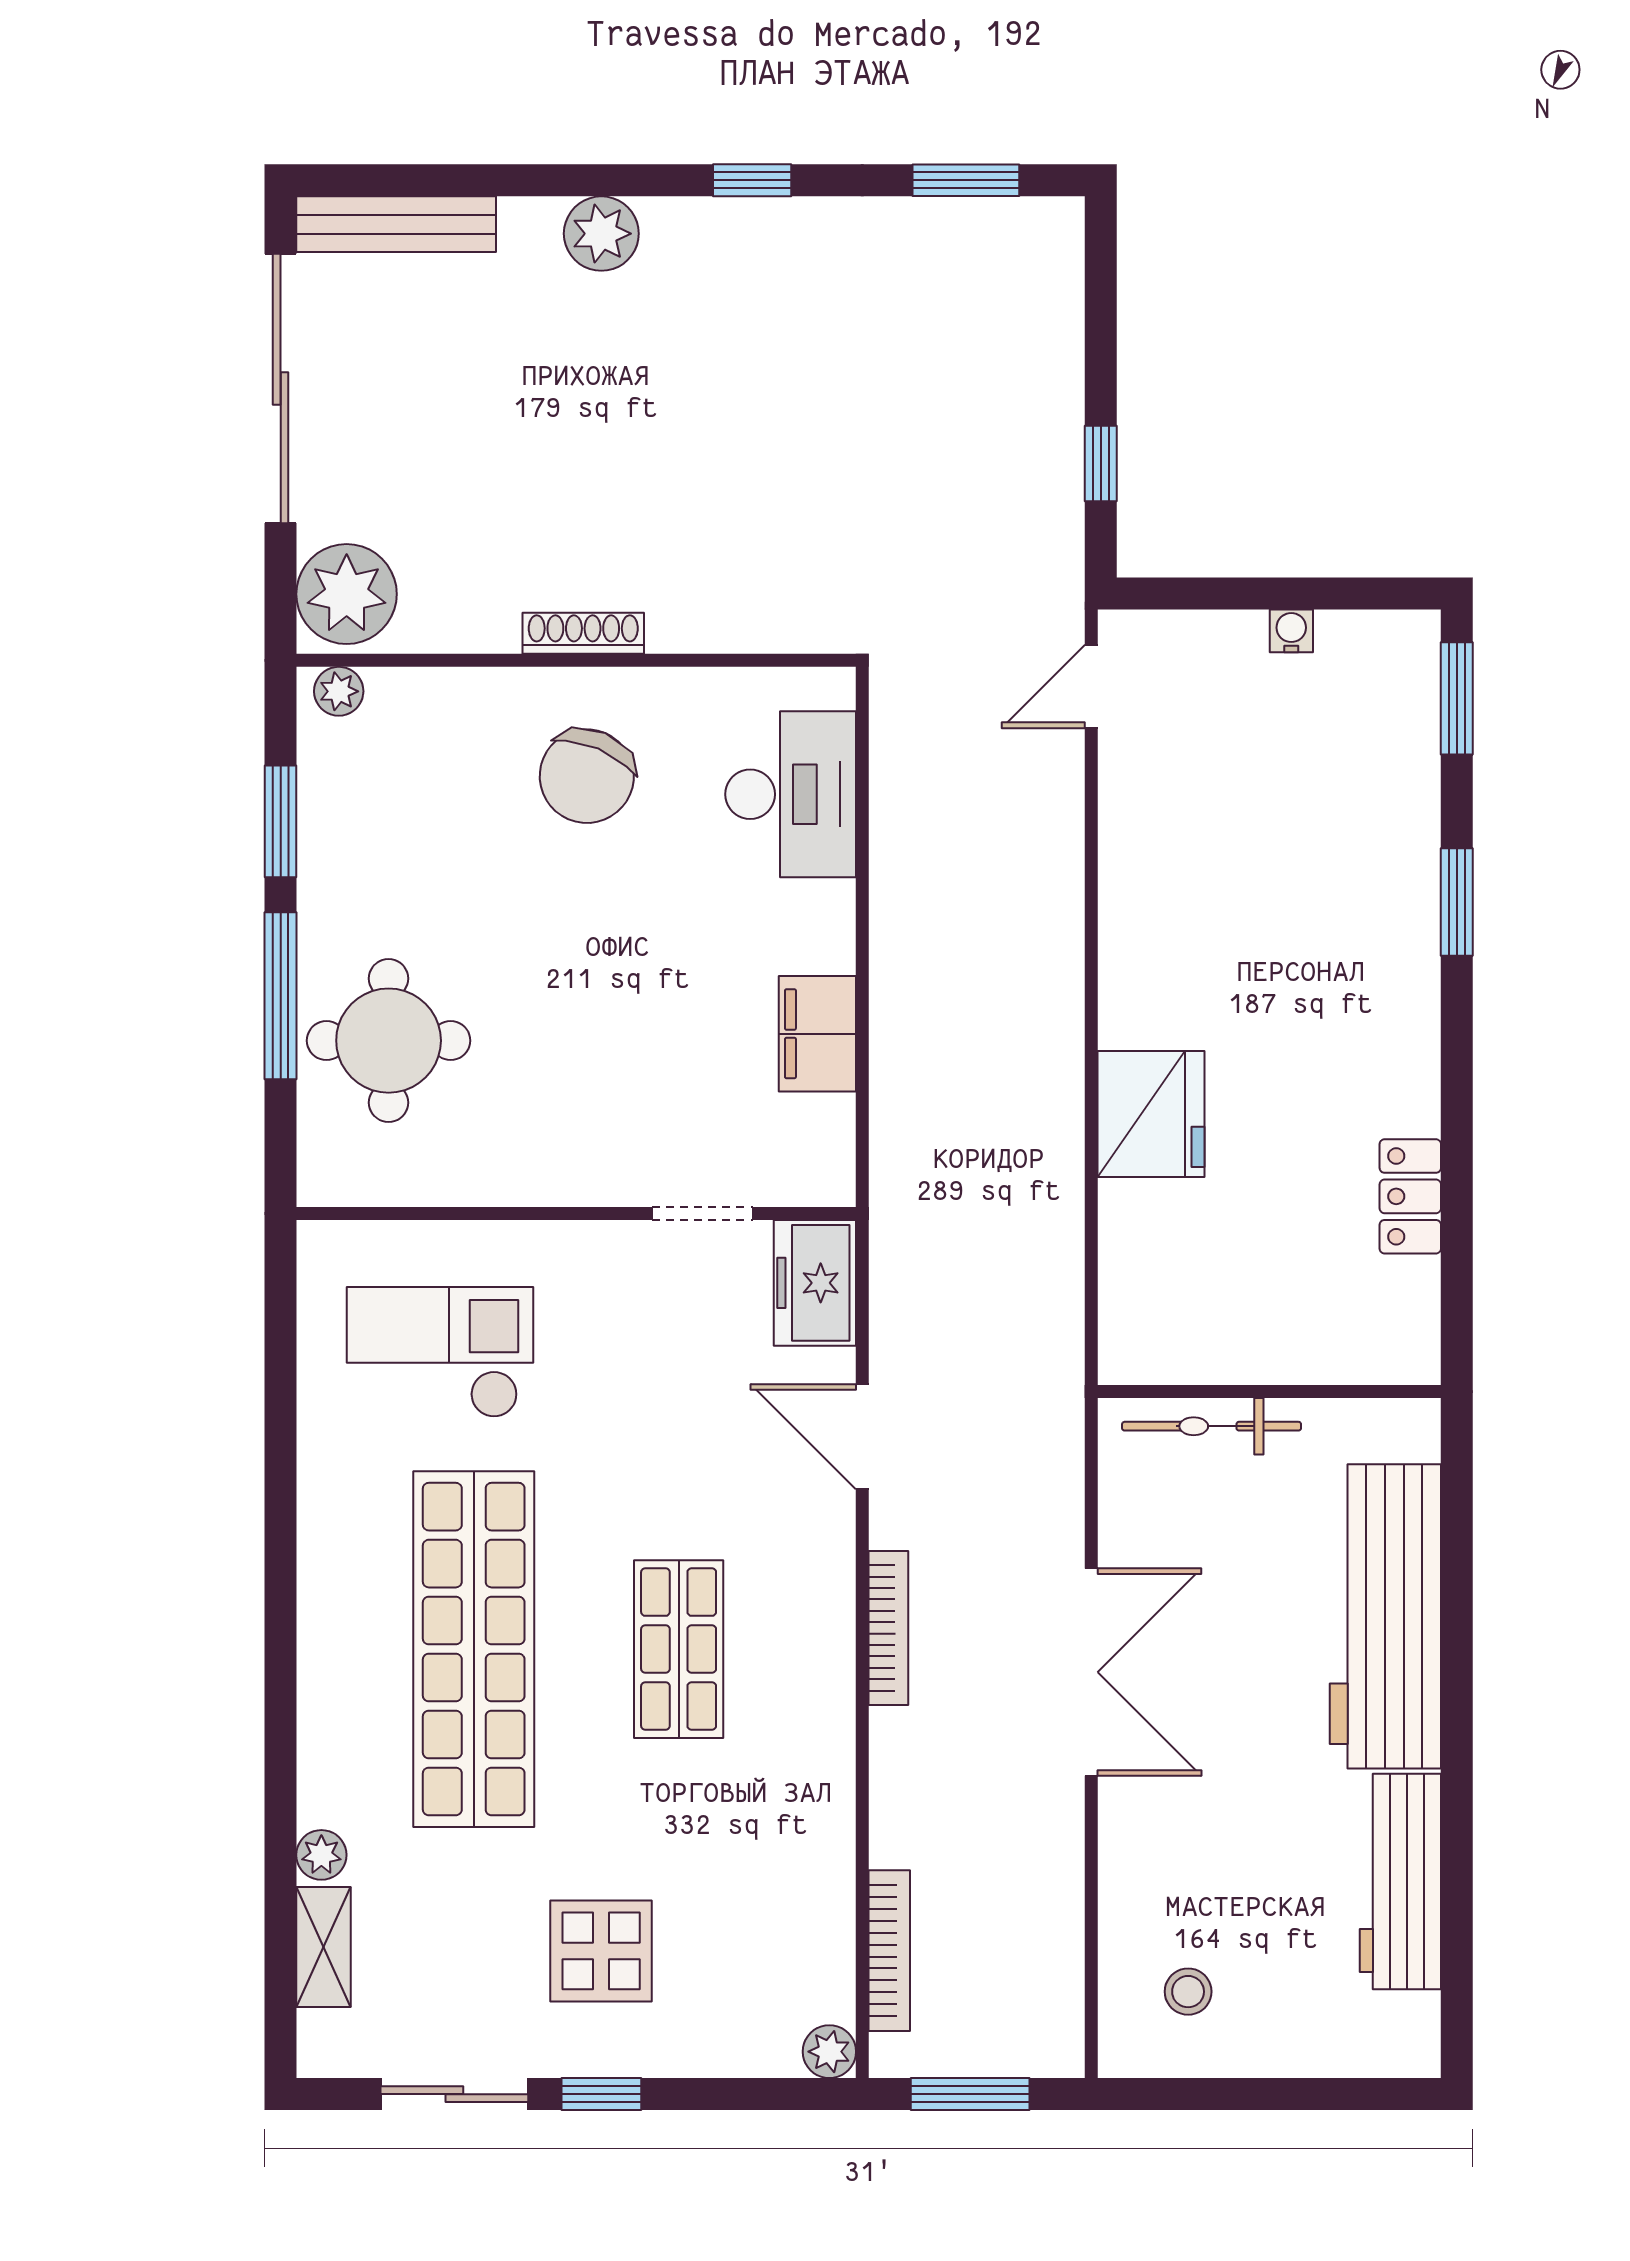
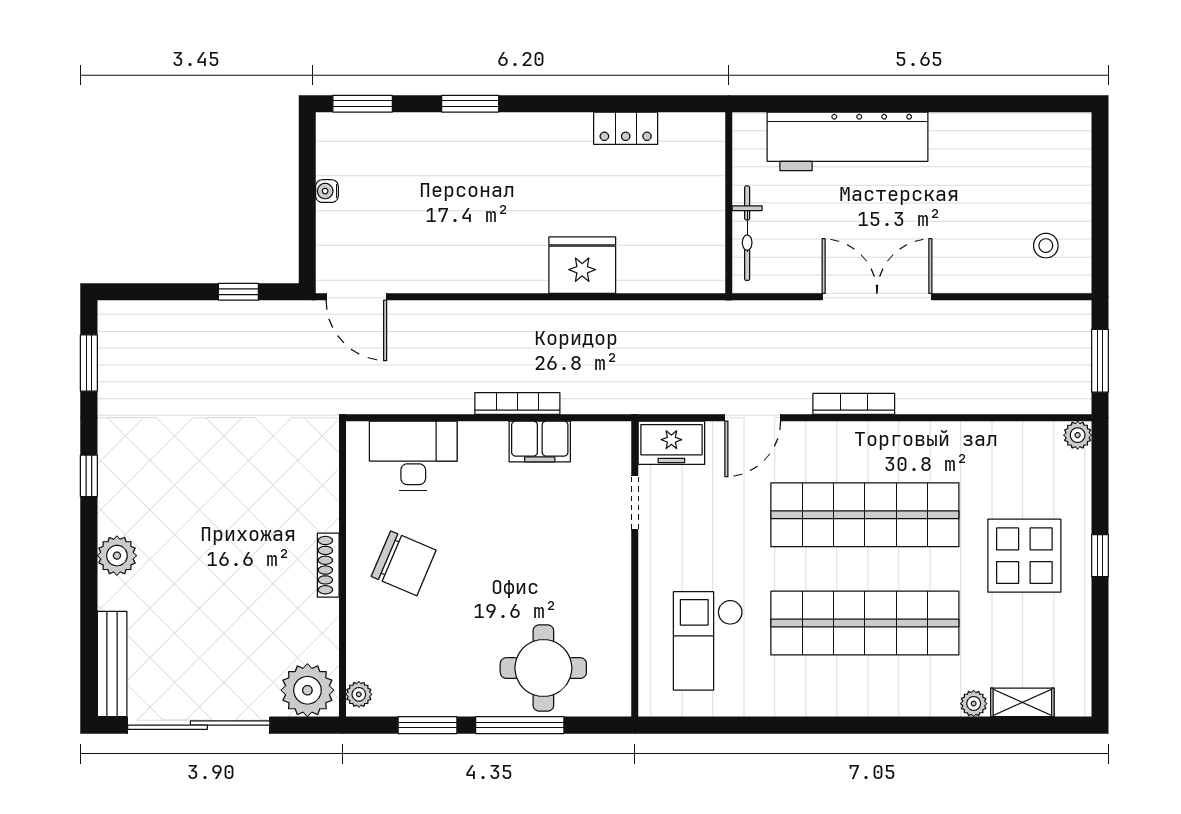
door: (1091, 686) -> (356, 297), width x1.38
shop shelf: (679, 1649) -> (865, 515), width x2.00, depth x1.36
workbench: (1400, 1881) -> (988, 133), removed
display table: (601, 1951) -> (1024, 556), width x1.36, depth x1.36
bookcase: (889, 1951) -> (517, 403), moved
sliding door: (454, 2094) -> (1100, 633), removed

